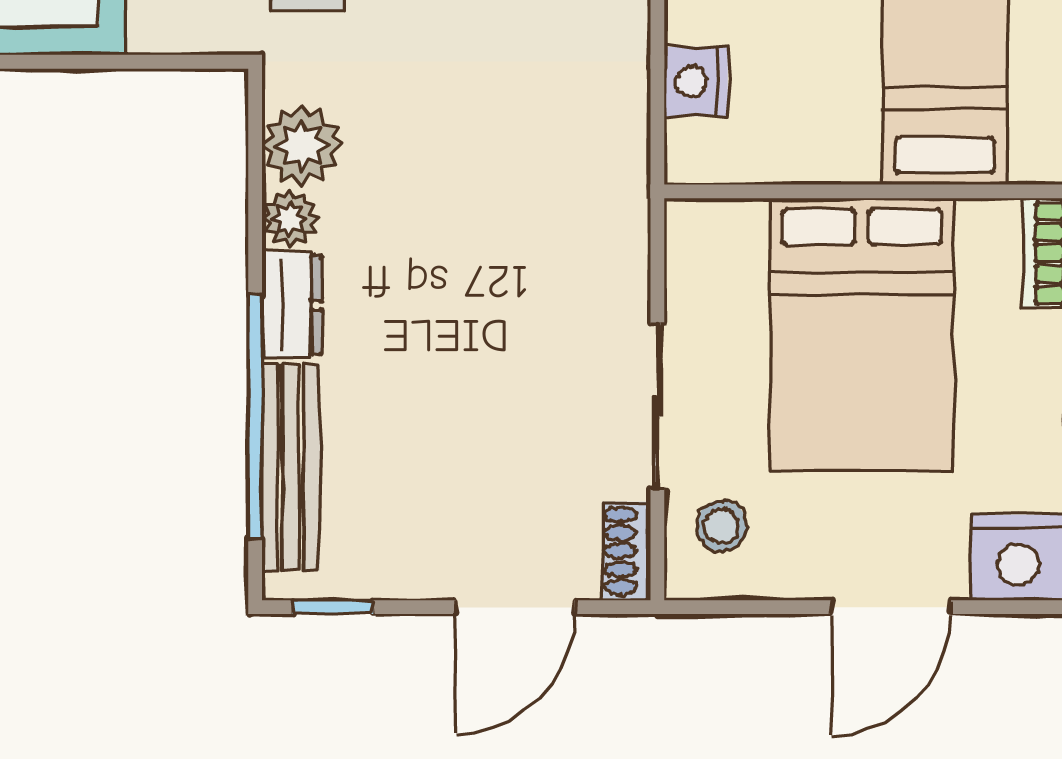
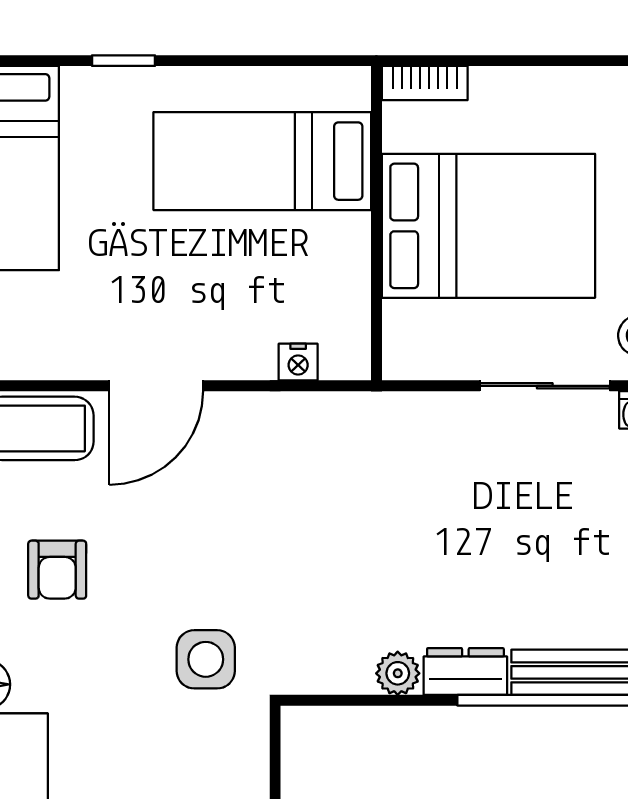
nightstand: (696, 82) -> (298, 362), width x0.72, depth x0.74
plant: (302, 146) -> (341, 664), removed

